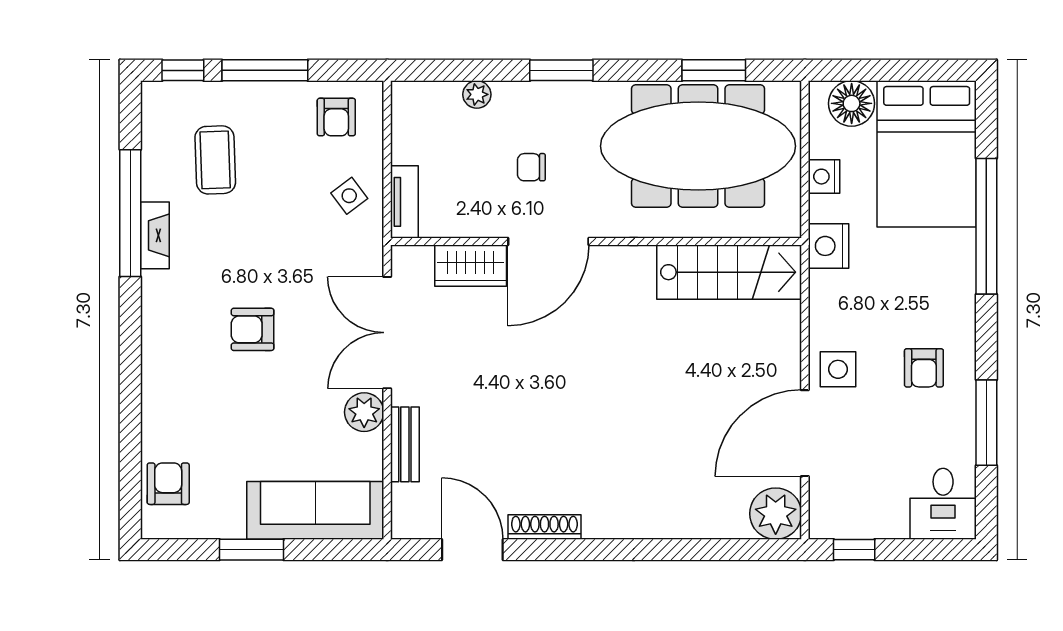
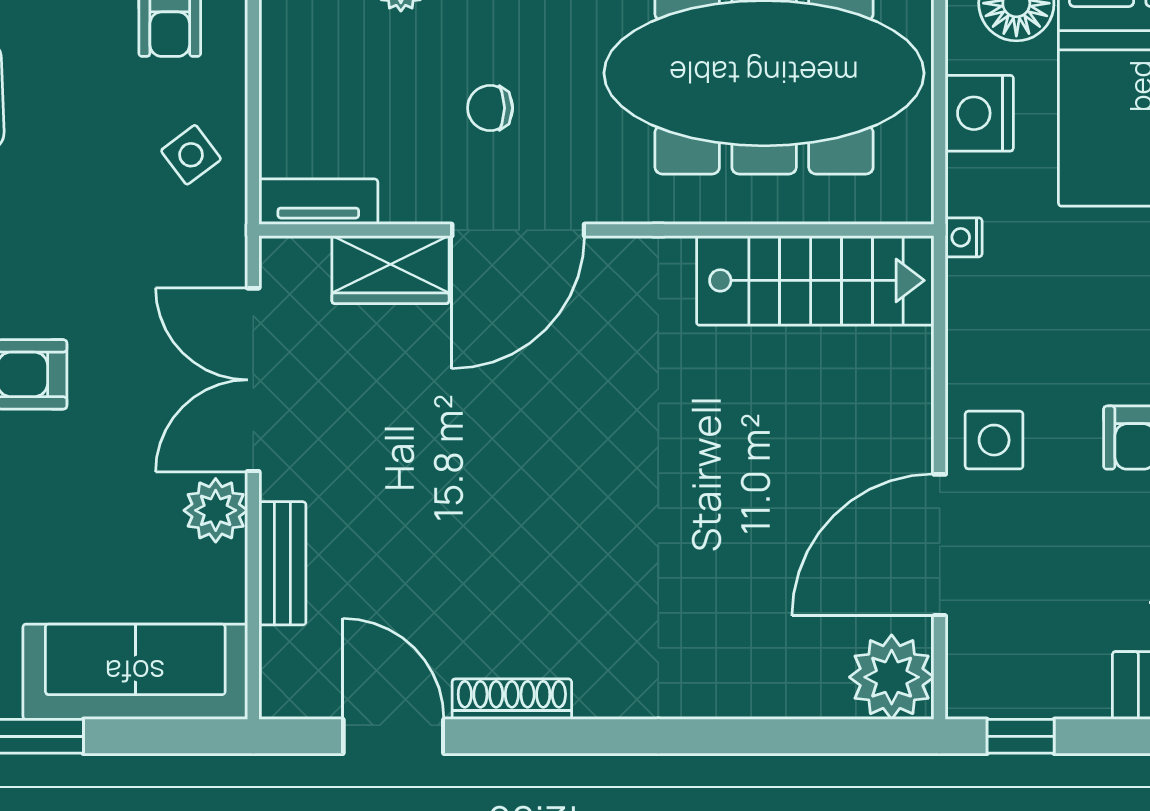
nightstand: (824, 177) -> (979, 113), width x1.36, depth x1.33
tv unit: (404, 202) -> (318, 202), moved, turned -90
nightstand: (828, 246) -> (964, 237), width x0.53, depth x0.56

